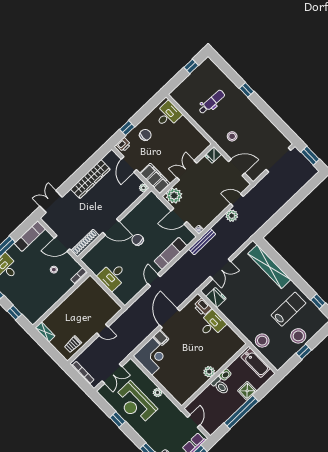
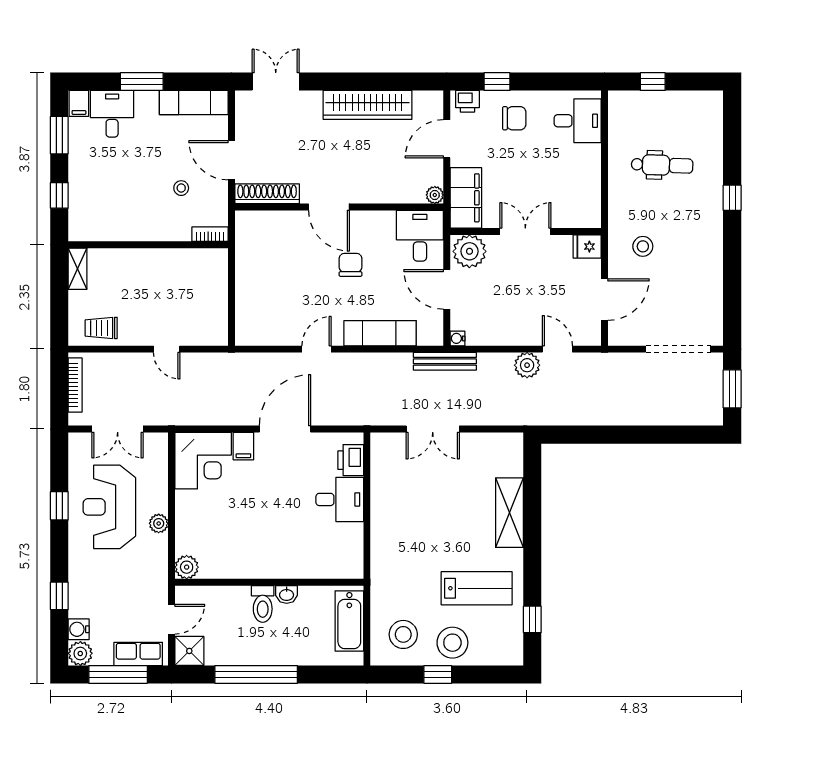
window: (191, 66) -> (653, 82), moved
door: (237, 167) -> (604, 300), hinge flipped
shelving: (269, 267) -> (509, 513), width x0.68
desk: (113, 276) -> (420, 236), moved, turned 90
fridge: (216, 298) -> (384, 466), removed
stool: (262, 341) -> (403, 634), moved
plant: (209, 372) -> (187, 567), moved
shower: (247, 391) -> (189, 651), moved

